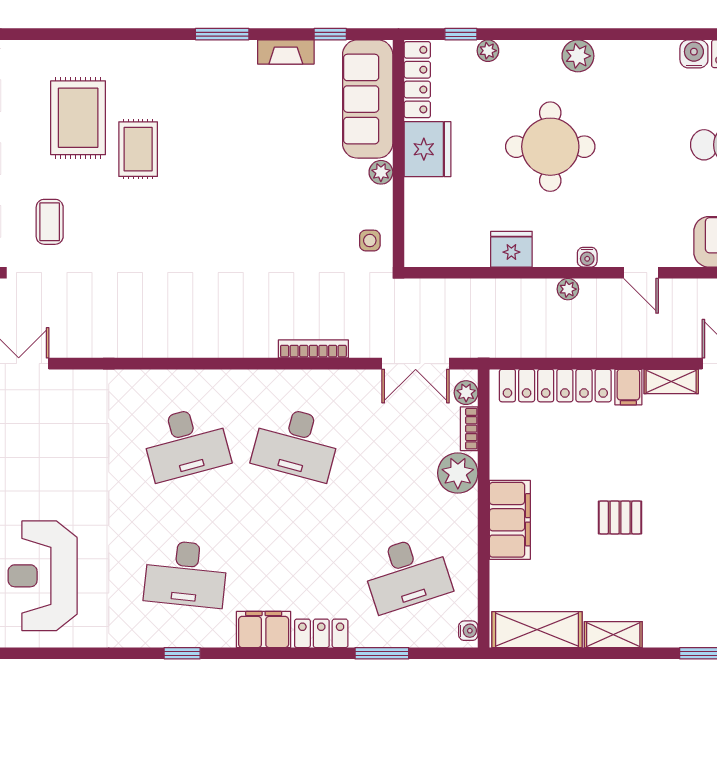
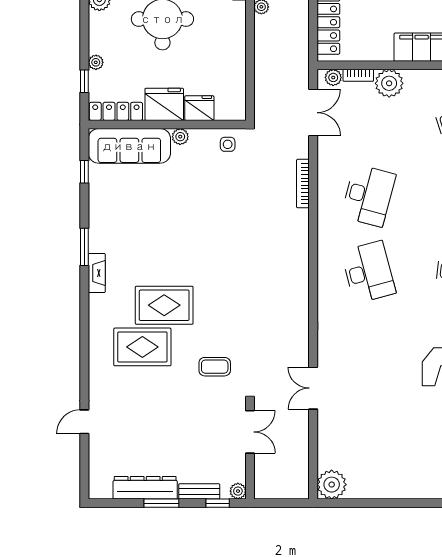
fireplace: (286, 52) -> (97, 273), moved
rug: (138, 149) -> (164, 305), width x1.36, depth x1.43
fridge: (511, 249) -> (199, 108), moved, turned 90

